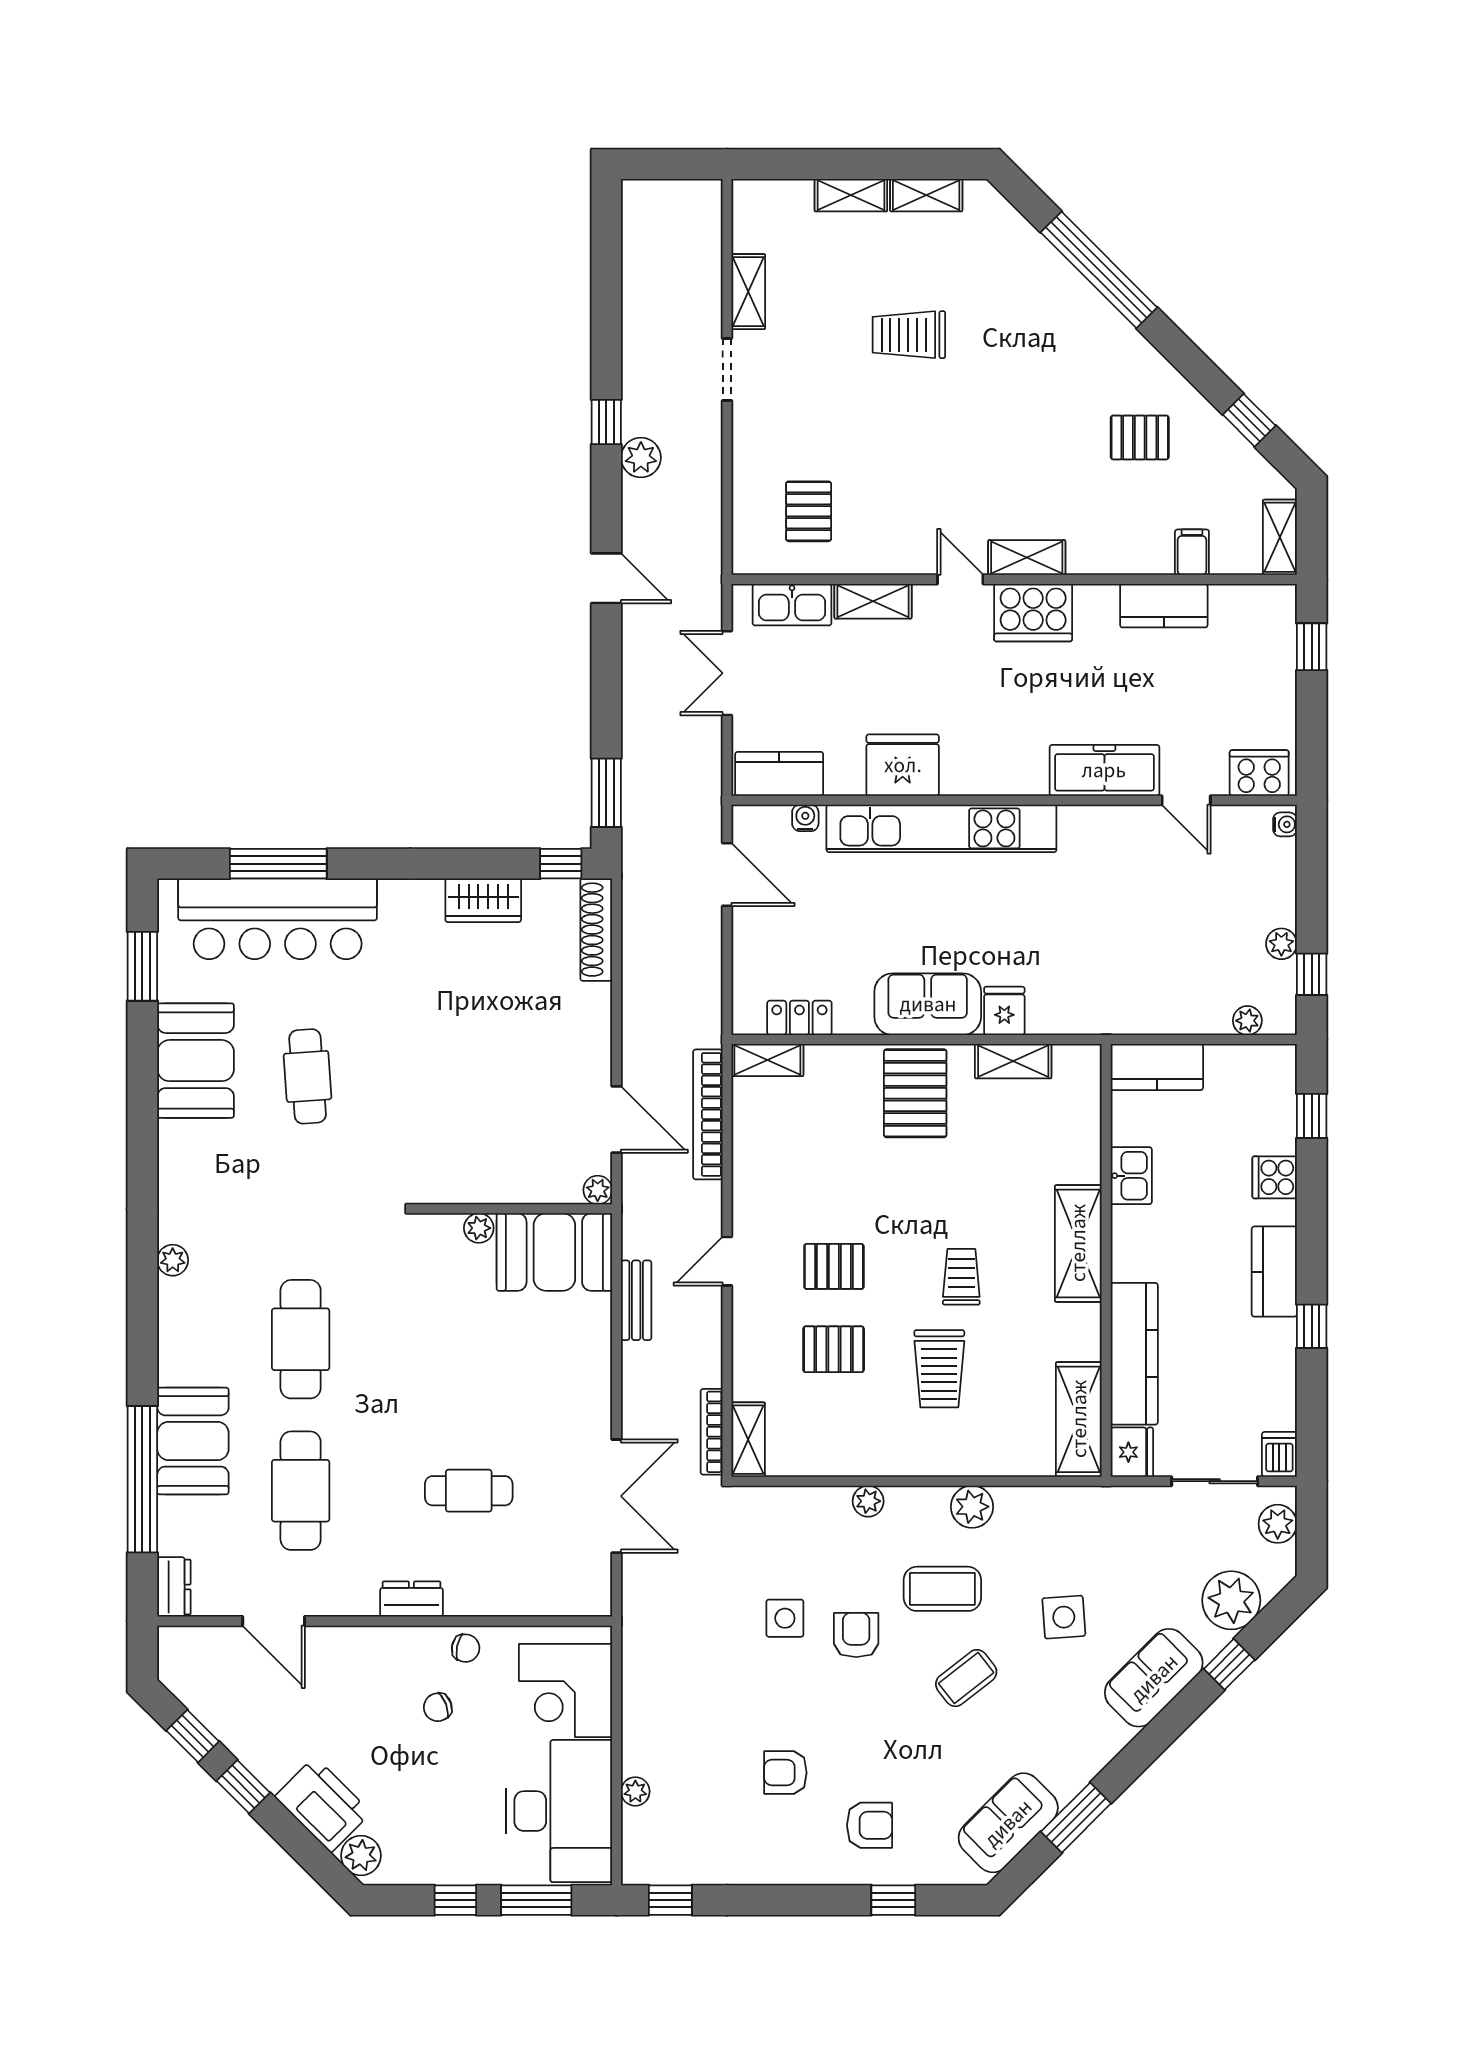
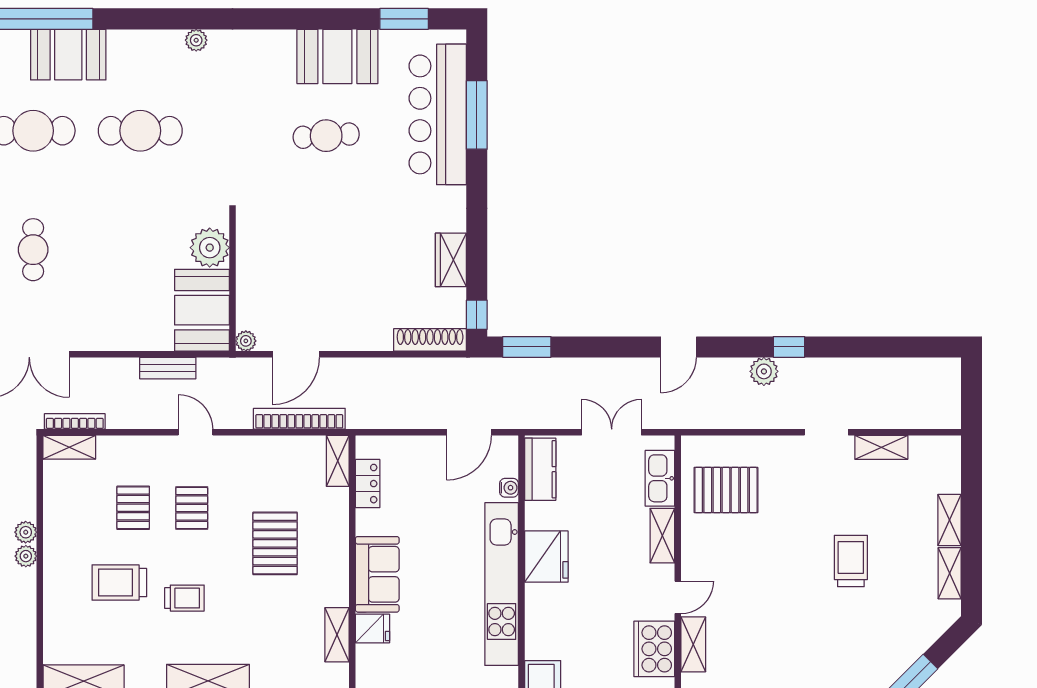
pallet: (809, 511) -> (726, 490), width x1.50, depth x1.42
pallet: (915, 1093) -> (275, 543), moved, turned 90
plant: (479, 1228) -> (210, 248), width x1.87, depth x1.87
plant: (972, 1507) -> (26, 556), moved, width x0.73, depth x0.73

